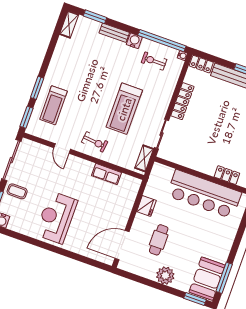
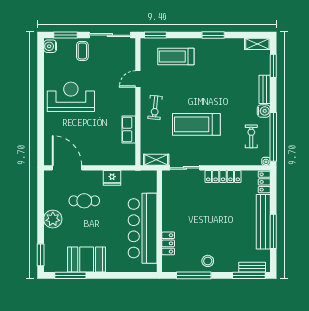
window: (37, 88) -> (213, 35), moved
booth: (207, 279) -> (87, 260), moved

